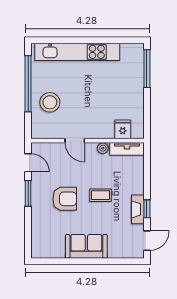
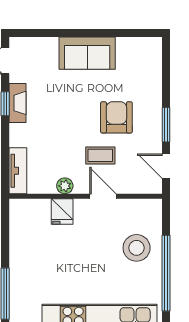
fridge: (123, 129) -> (62, 211), moved
tv unit: (127, 149) -> (18, 171), moved, turned 90
coffee table: (100, 195) -> (100, 155), moved
armchair: (65, 199) -> (116, 117), turned 90

